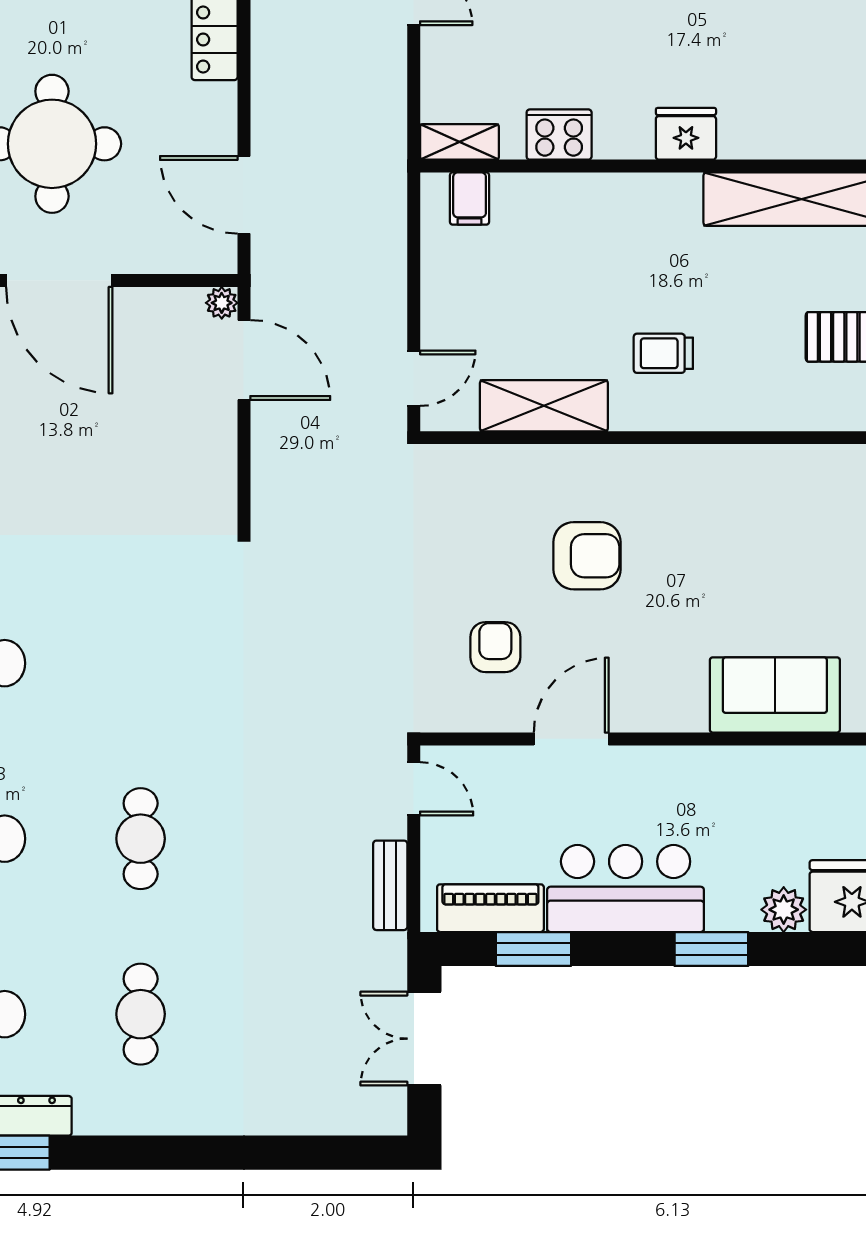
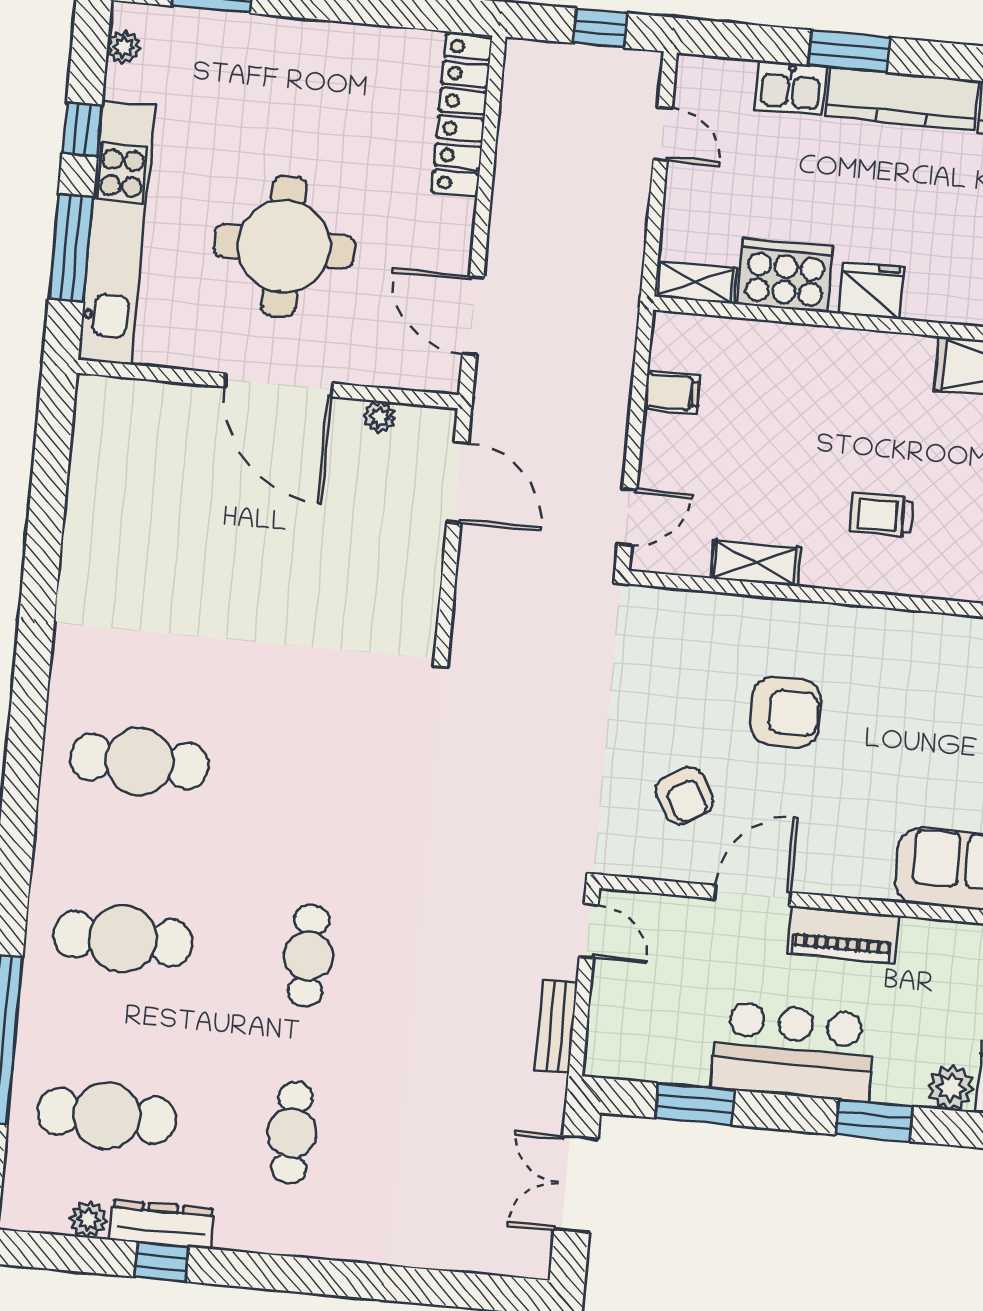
fridge: (686, 134) -> (871, 290), moved
cooker: (559, 135) -> (785, 275), width x1.37, depth x1.31
filing cabinet: (470, 199) -> (672, 392), moved, turned -90
plant: (222, 303) -> (379, 417), moved
shelving: (544, 406) -> (755, 563), width x0.67, depth x0.75
armchair: (495, 647) -> (684, 796), turned 150
piano: (490, 908) -> (843, 935), moved, turned 180

